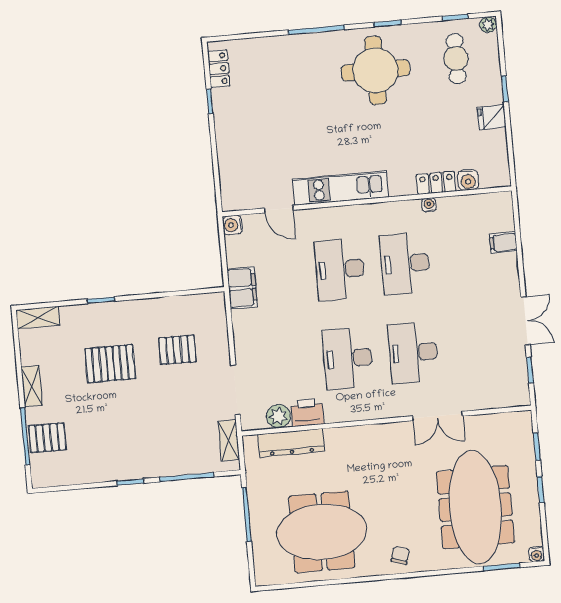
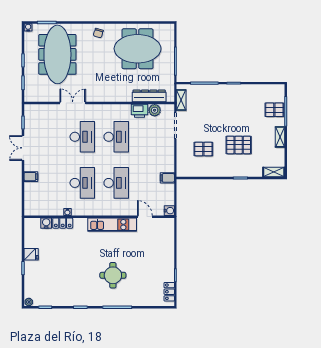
cafe table: (456, 59) -> (47, 286), removed
round table: (375, 70) -> (113, 275), moved, width x0.73, depth x0.73
filing cabinet: (503, 243) -> (31, 177), moved
filing cabinet: (242, 288) -> (167, 178), width x0.50

